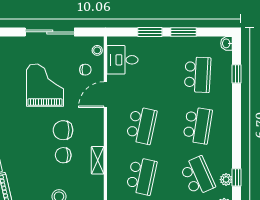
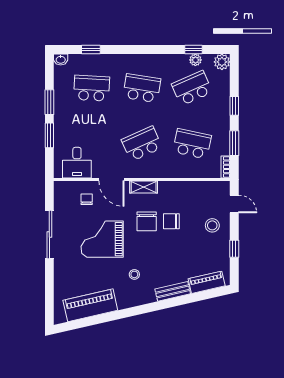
stool: (97, 50) -> (134, 274), moved
school desk: (141, 125) -> (142, 144), turned -36
chair: (63, 155) -> (171, 221), turned 90
shelving: (98, 160) -> (144, 187), moved

